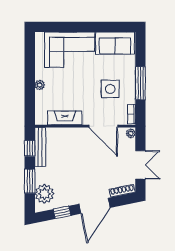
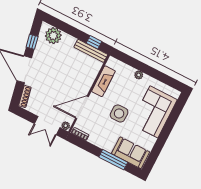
sofa: (115, 43) -> (131, 153), moved, turned 90
window: (140, 83) -> (113, 160), moved
side table: (110, 89) -> (119, 114), moved
double door: (140, 165) -> (47, 126), moved
window: (30, 181) -> (69, 29), removed

